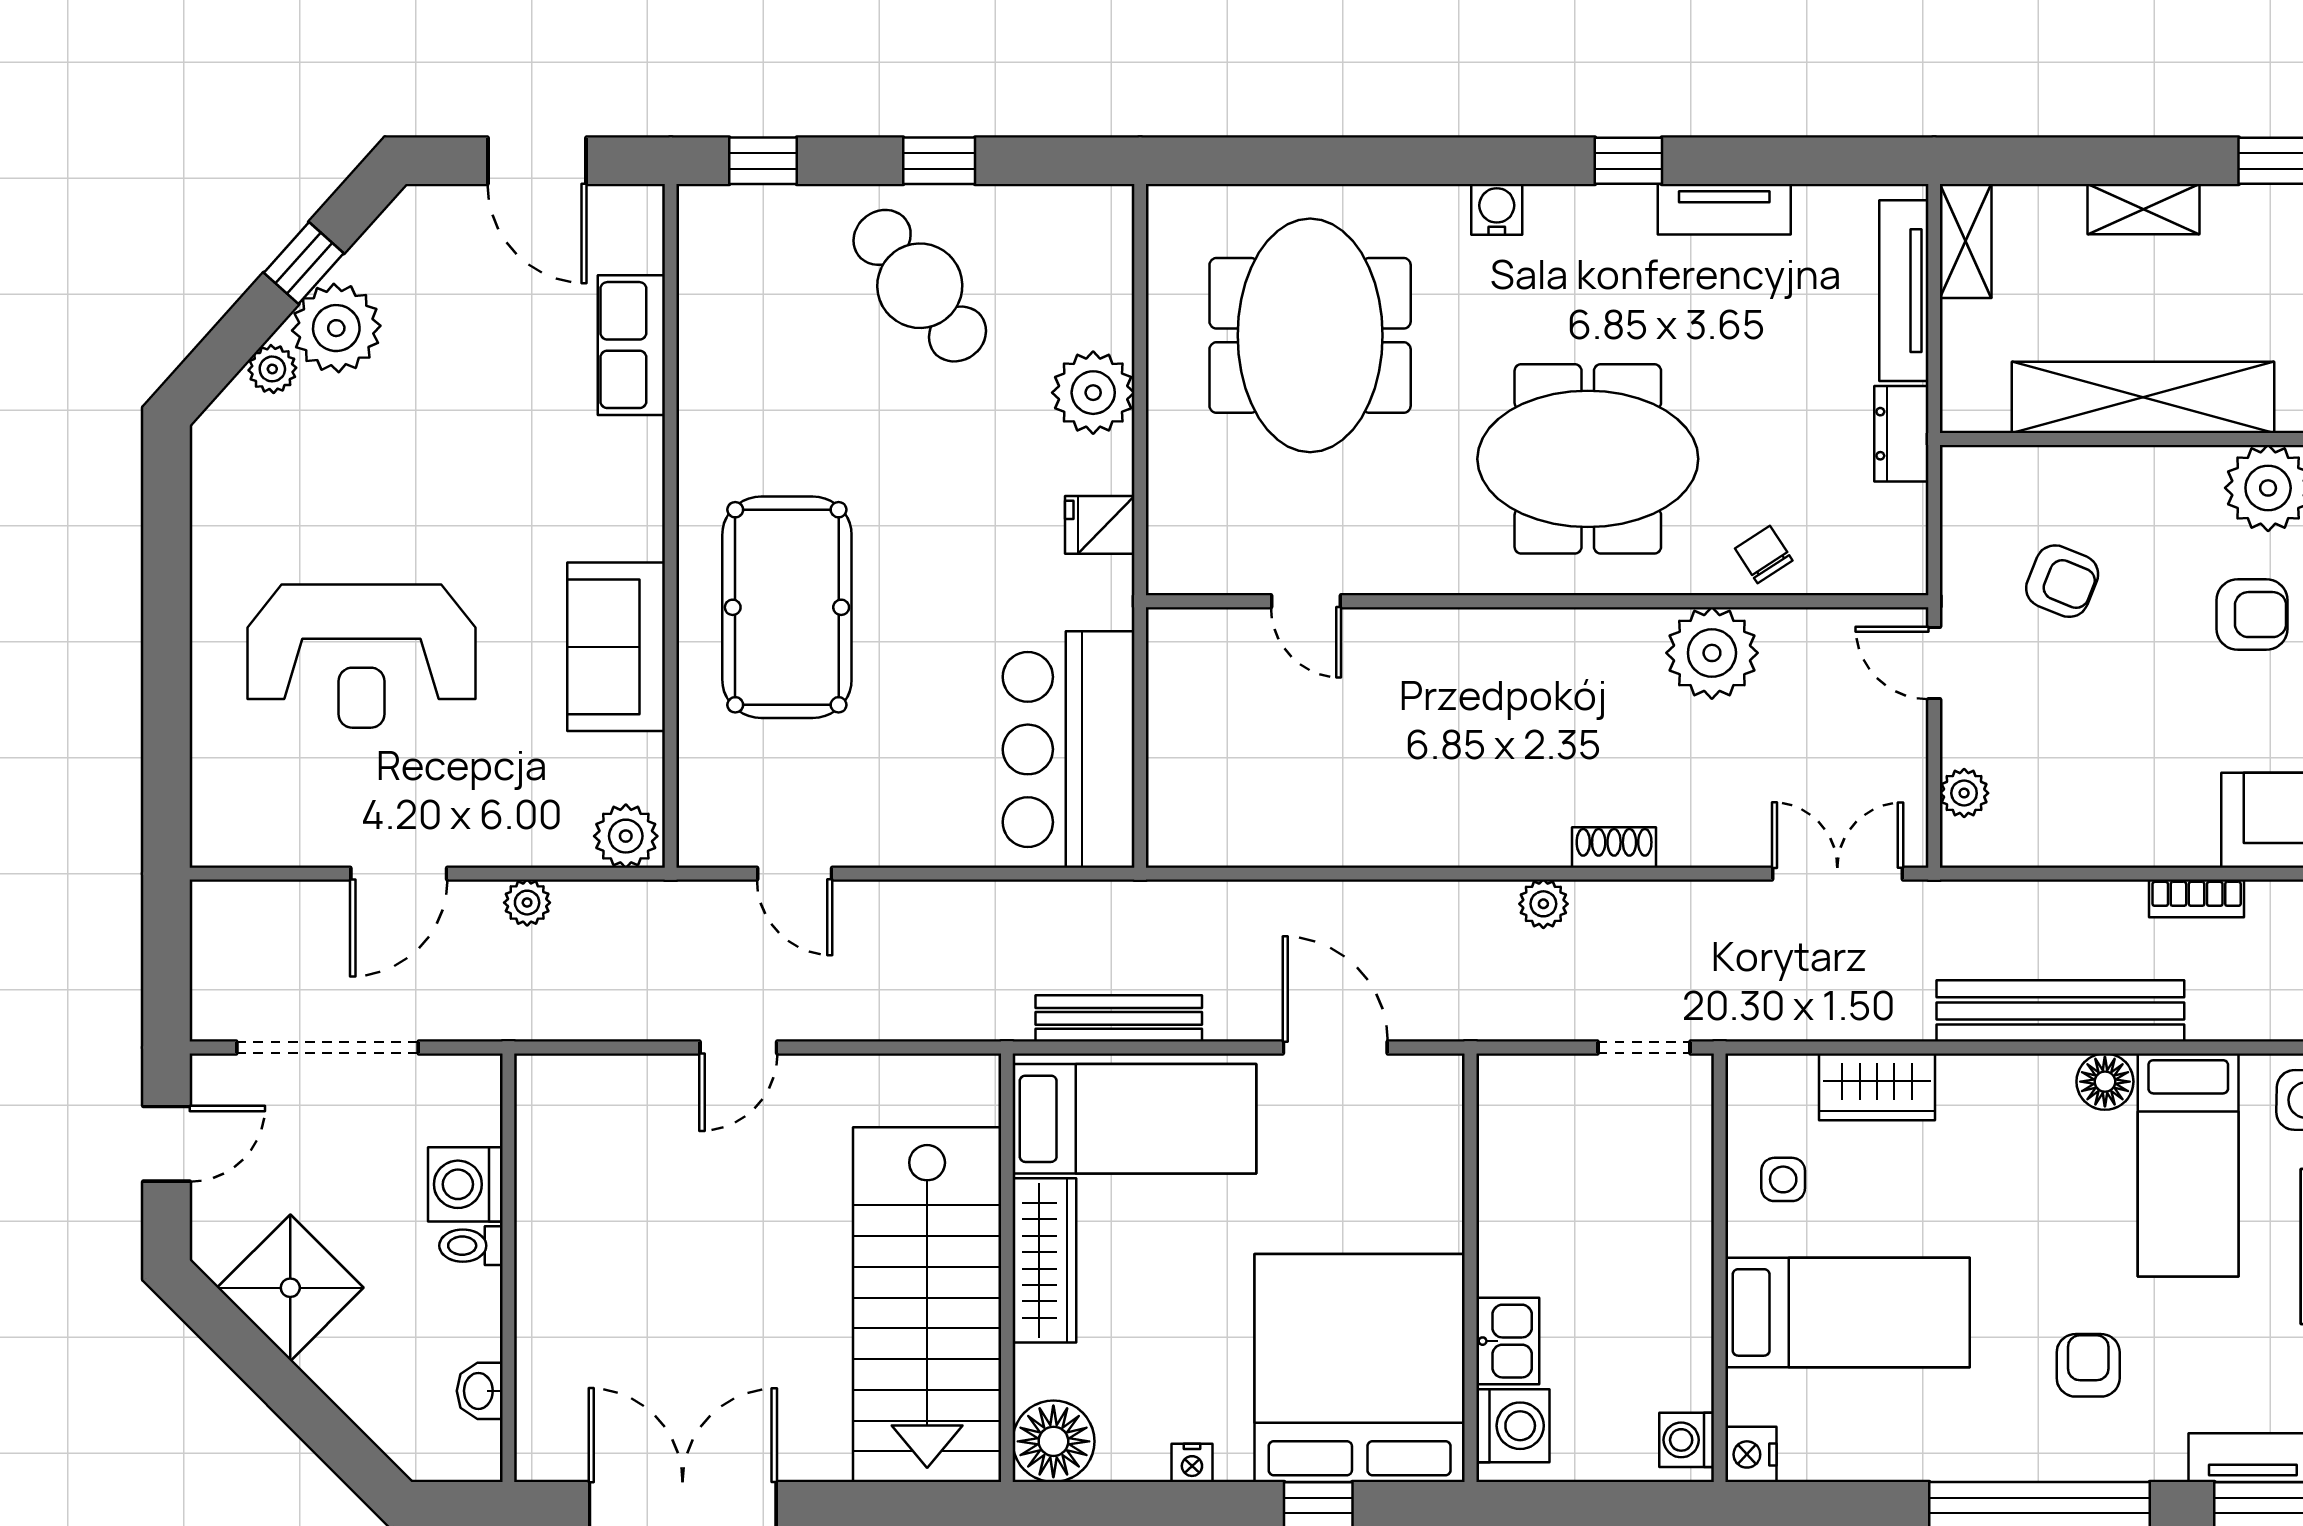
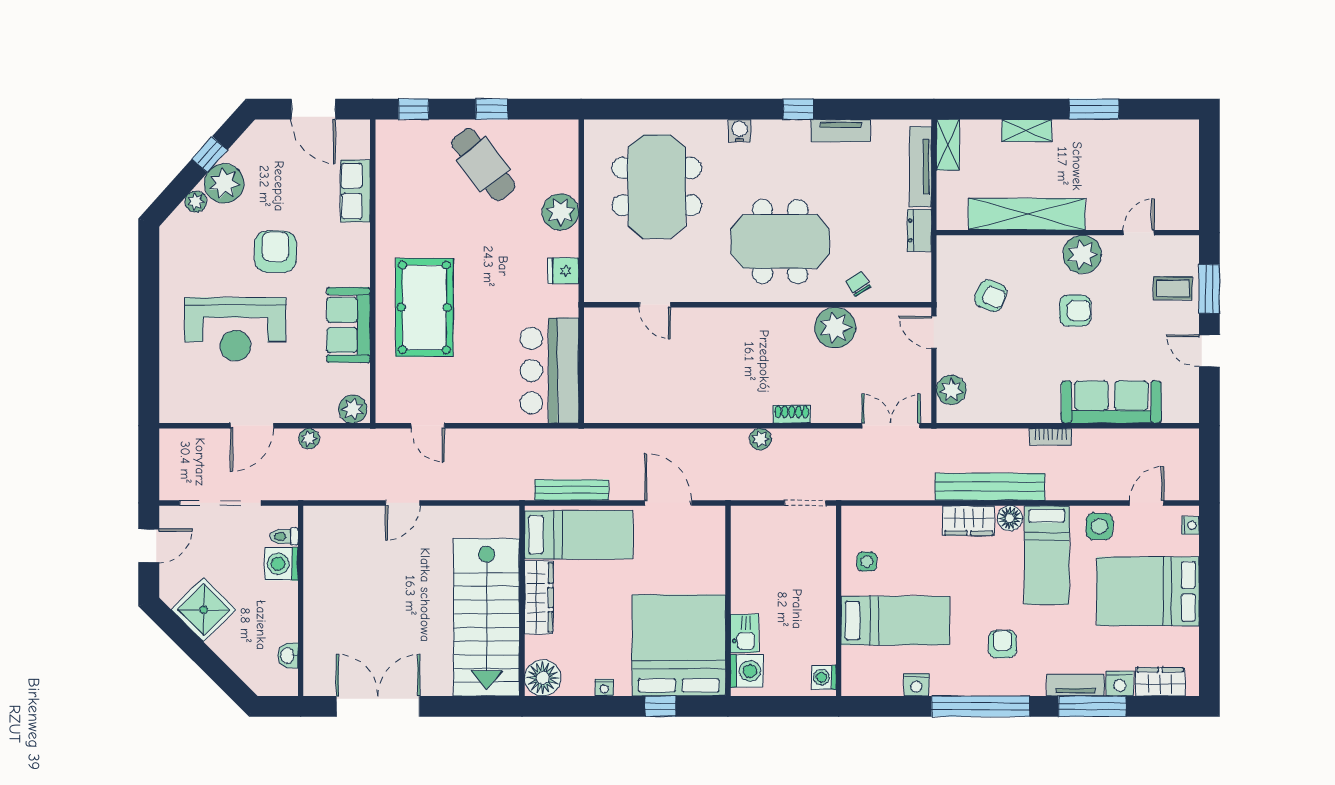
armchair: (452, 482) -> (275, 252), added
plant: (1964, 793) -> (951, 390), width x1.38, depth x1.38
wardrobe: (1877, 1087) -> (969, 520), moved
toilet: (471, 1246) -> (284, 536), moved
nightstand: (1751, 1454) -> (916, 685), moved, turned -90

